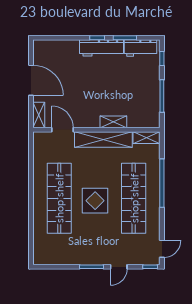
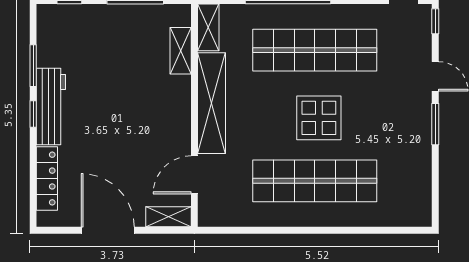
locker: (60, 46) -> (47, 179), added
workbench: (140, 48) -> (51, 38), removed
door: (31, 80) -> (108, 230), hinge flipped
shelving: (113, 122) -> (181, 51), moved

